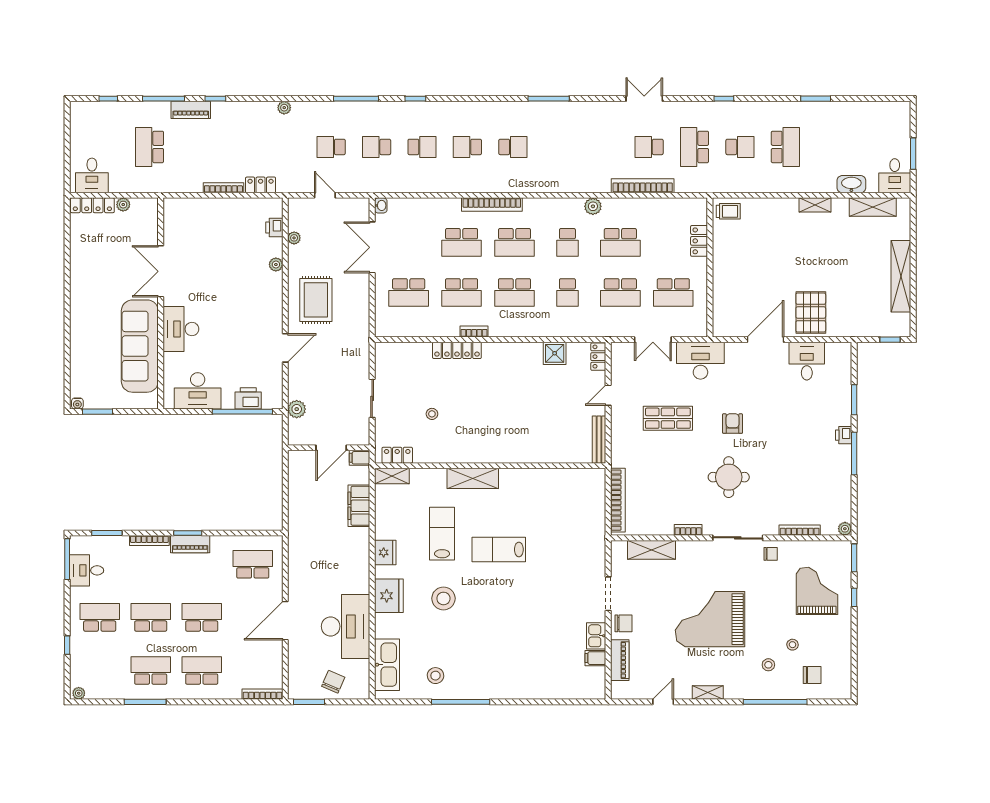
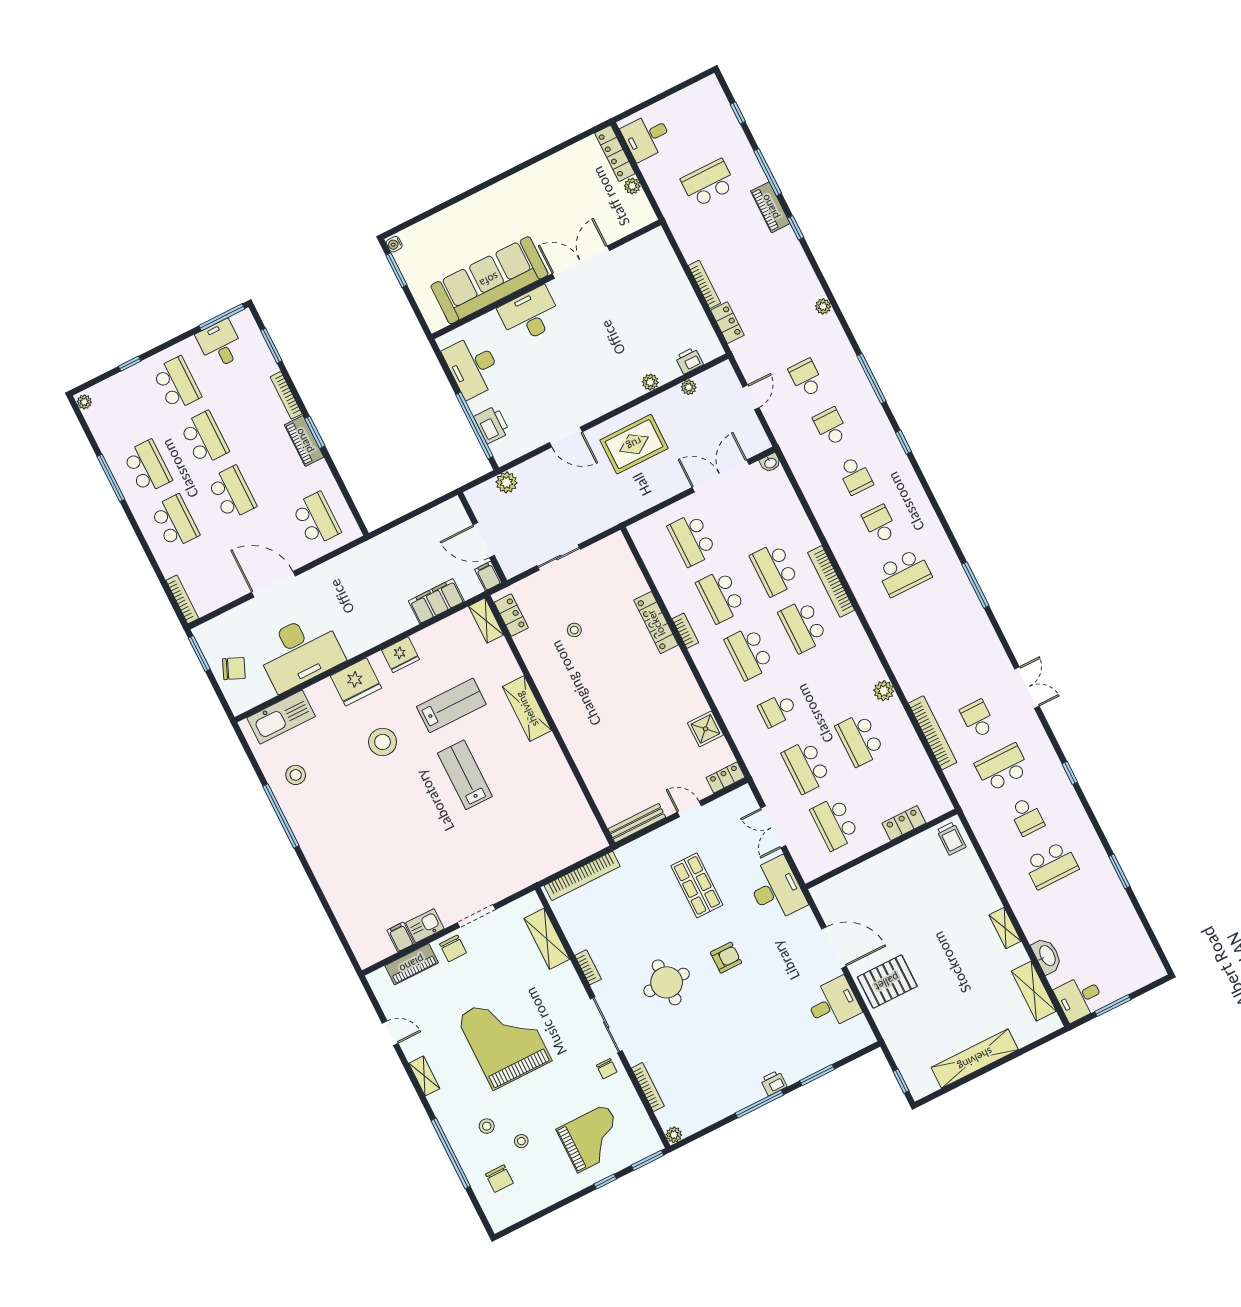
school desk: (513, 147) -> (904, 573), width x1.85
school desk: (567, 242) -> (831, 683), removed

